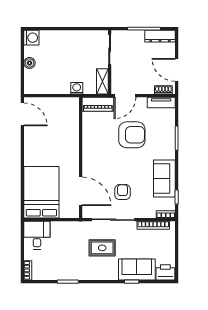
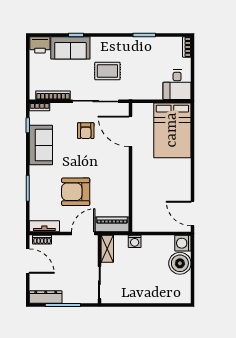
washing machine: (31, 38) -> (183, 243), moved
boiler: (30, 63) -> (180, 263), width x1.86, depth x1.86

